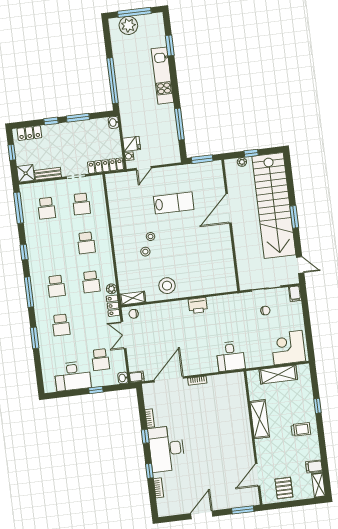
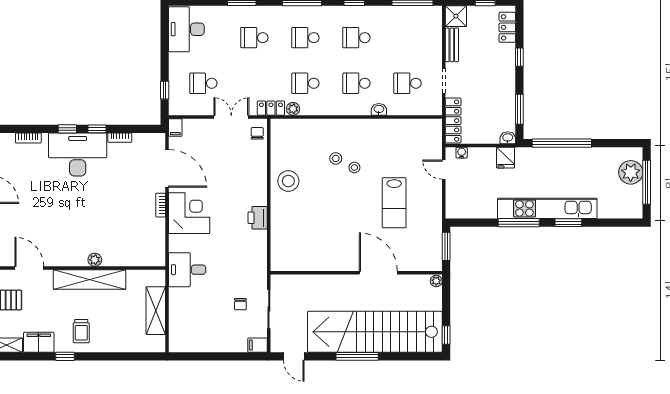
window: (170, 46) -> (568, 223), moved
kitchen unit: (162, 76) -> (547, 208), width x1.36
window: (78, 118) -> (519, 109), moved
window: (179, 124) -> (519, 223), moved
fridge: (132, 144) -> (506, 158), moved
window: (251, 153) -> (446, 335), moved
plant: (242, 162) -> (436, 281), moved
school desk: (47, 208) -> (356, 38), moved
window: (294, 217) -> (357, 356), width x1.44
door: (300, 265) -> (294, 356), hinge flipped
shelving: (133, 298) -> (278, 135), removed
corner desk: (288, 348) -> (189, 213), moved
desk: (231, 356) -> (187, 270), moved
desk: (73, 376) -> (186, 29), moved
washbasin: (123, 378) -> (379, 109), moved
window: (96, 390) -> (165, 90), moved
window: (317, 406) -> (65, 356), moved
shelving: (260, 419) -> (89, 279), width x1.47
plant: (245, 426) -> (95, 260), added
filing cabinet: (314, 467) -> (39, 342), width x2.00
window: (149, 471) -> (67, 129), moved

